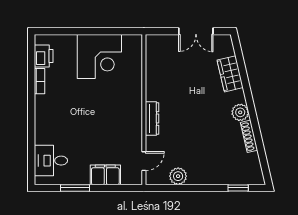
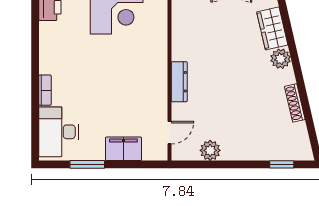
bookcase: (39, 81) -> (45, 90), moved
plant: (240, 112) -> (281, 59), moved
desk: (51, 161) -> (59, 132), width x1.37

